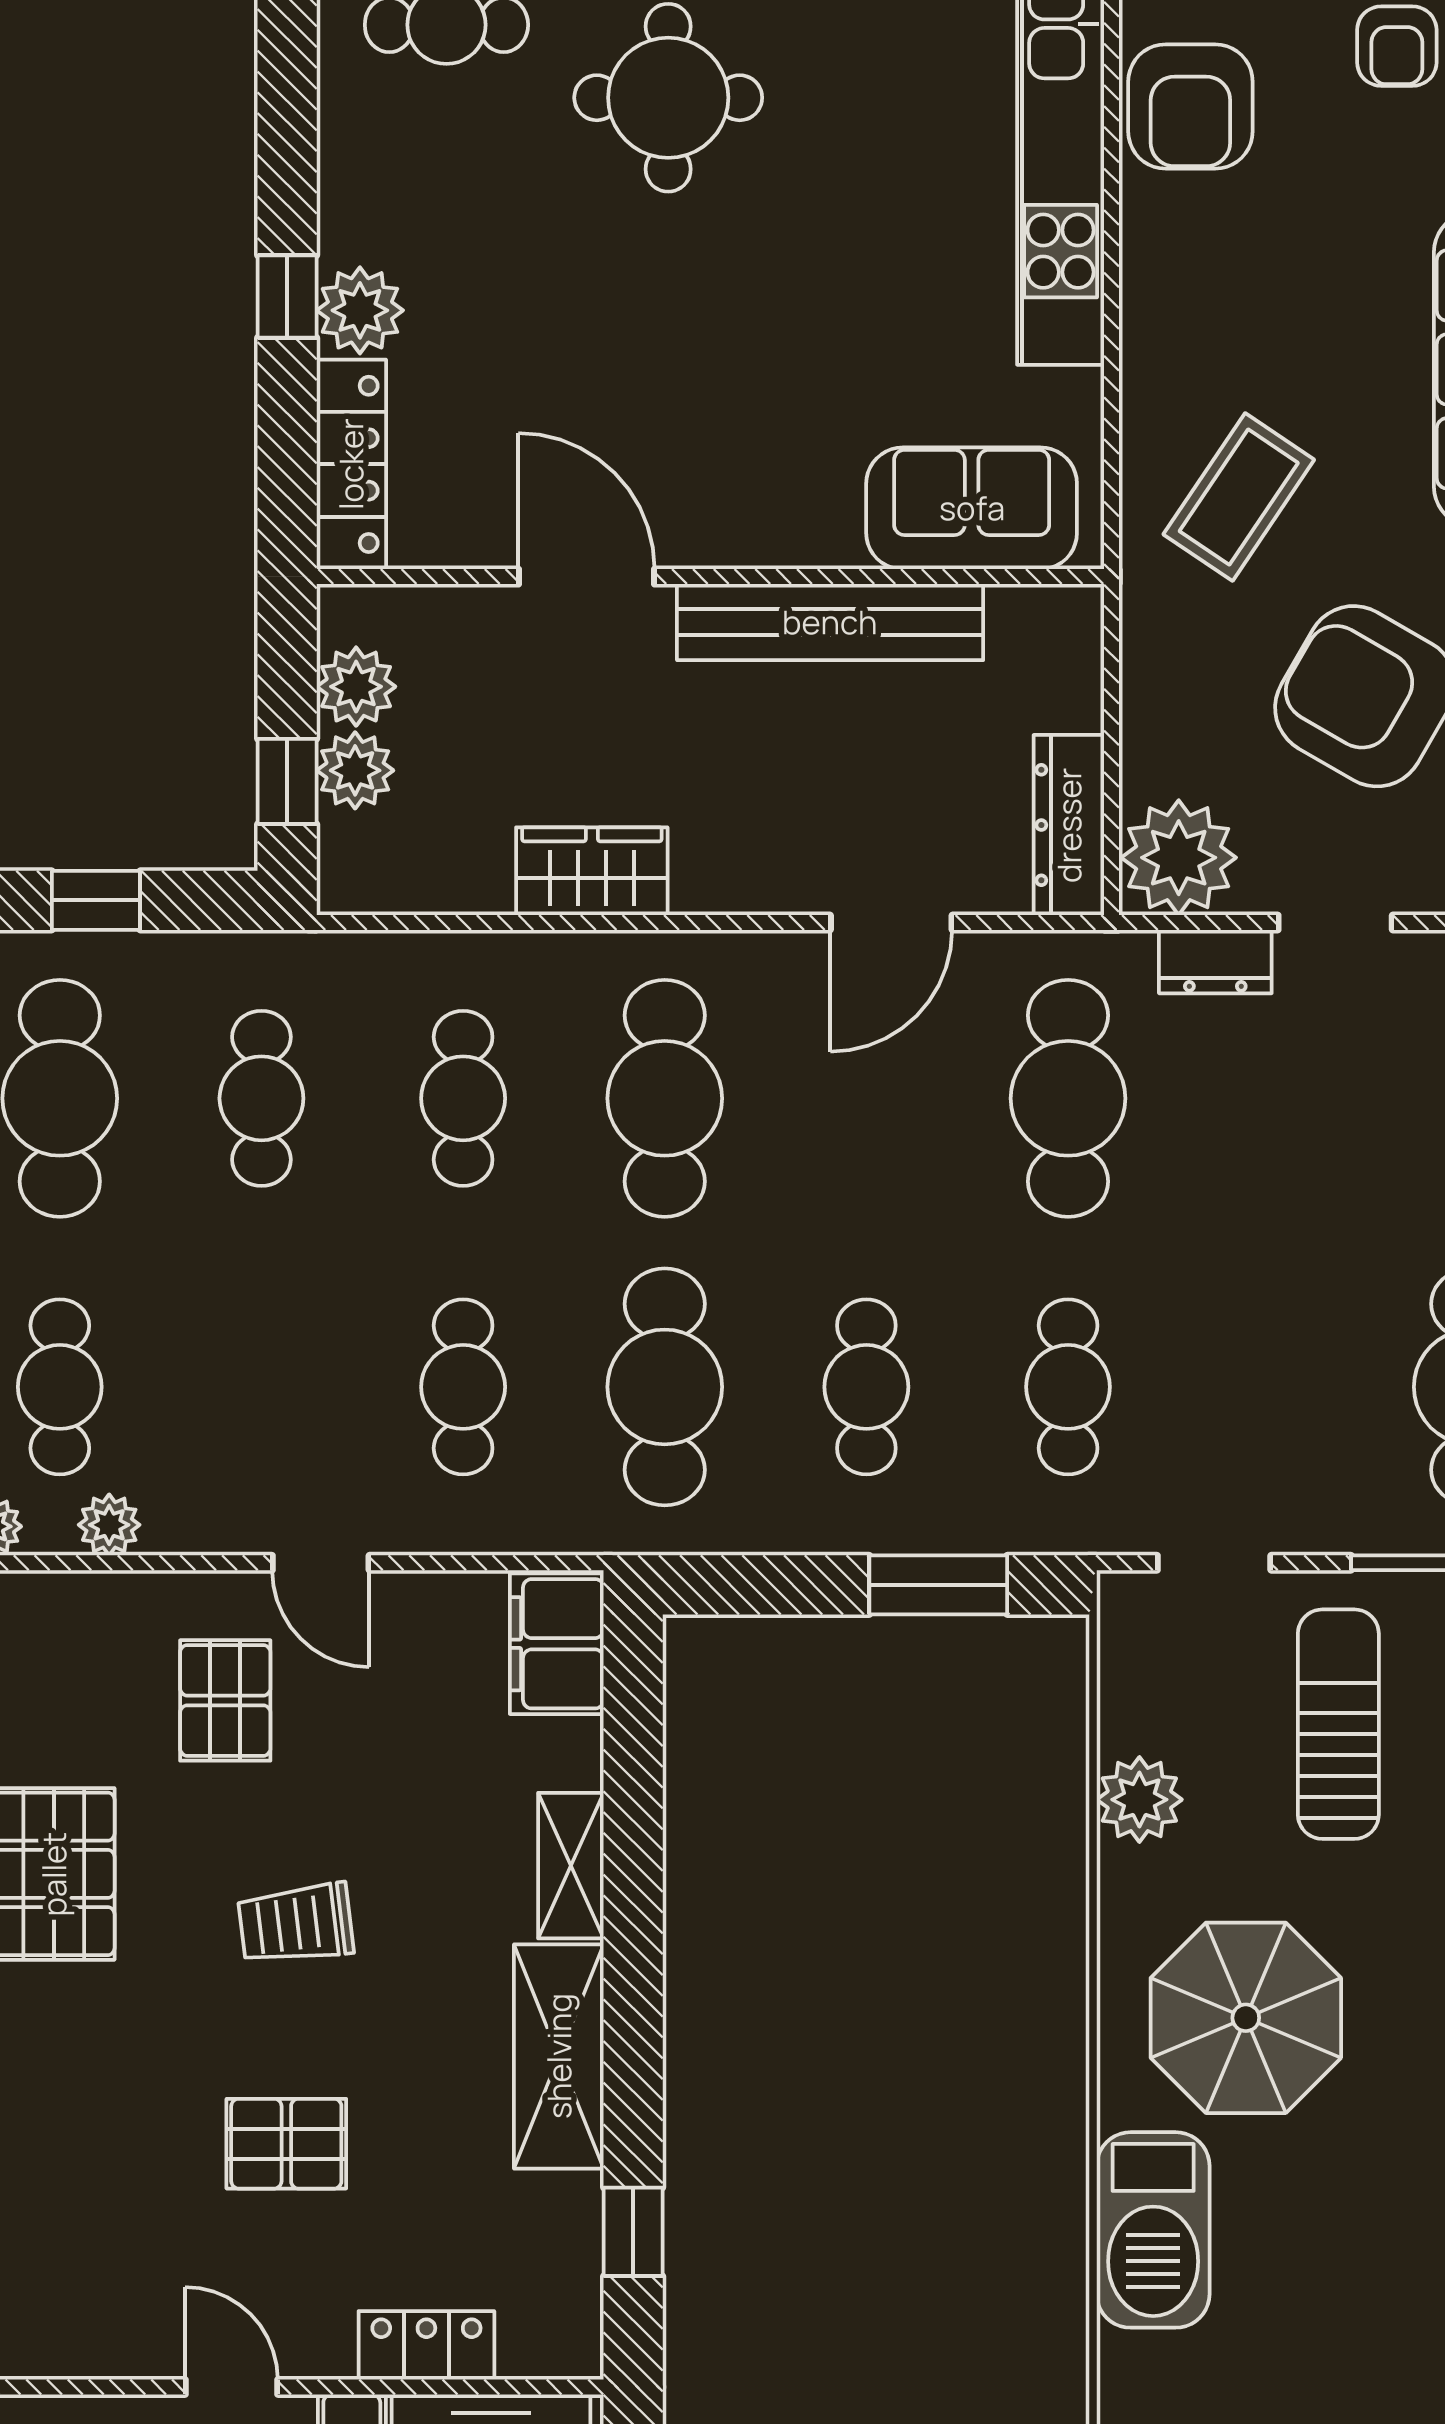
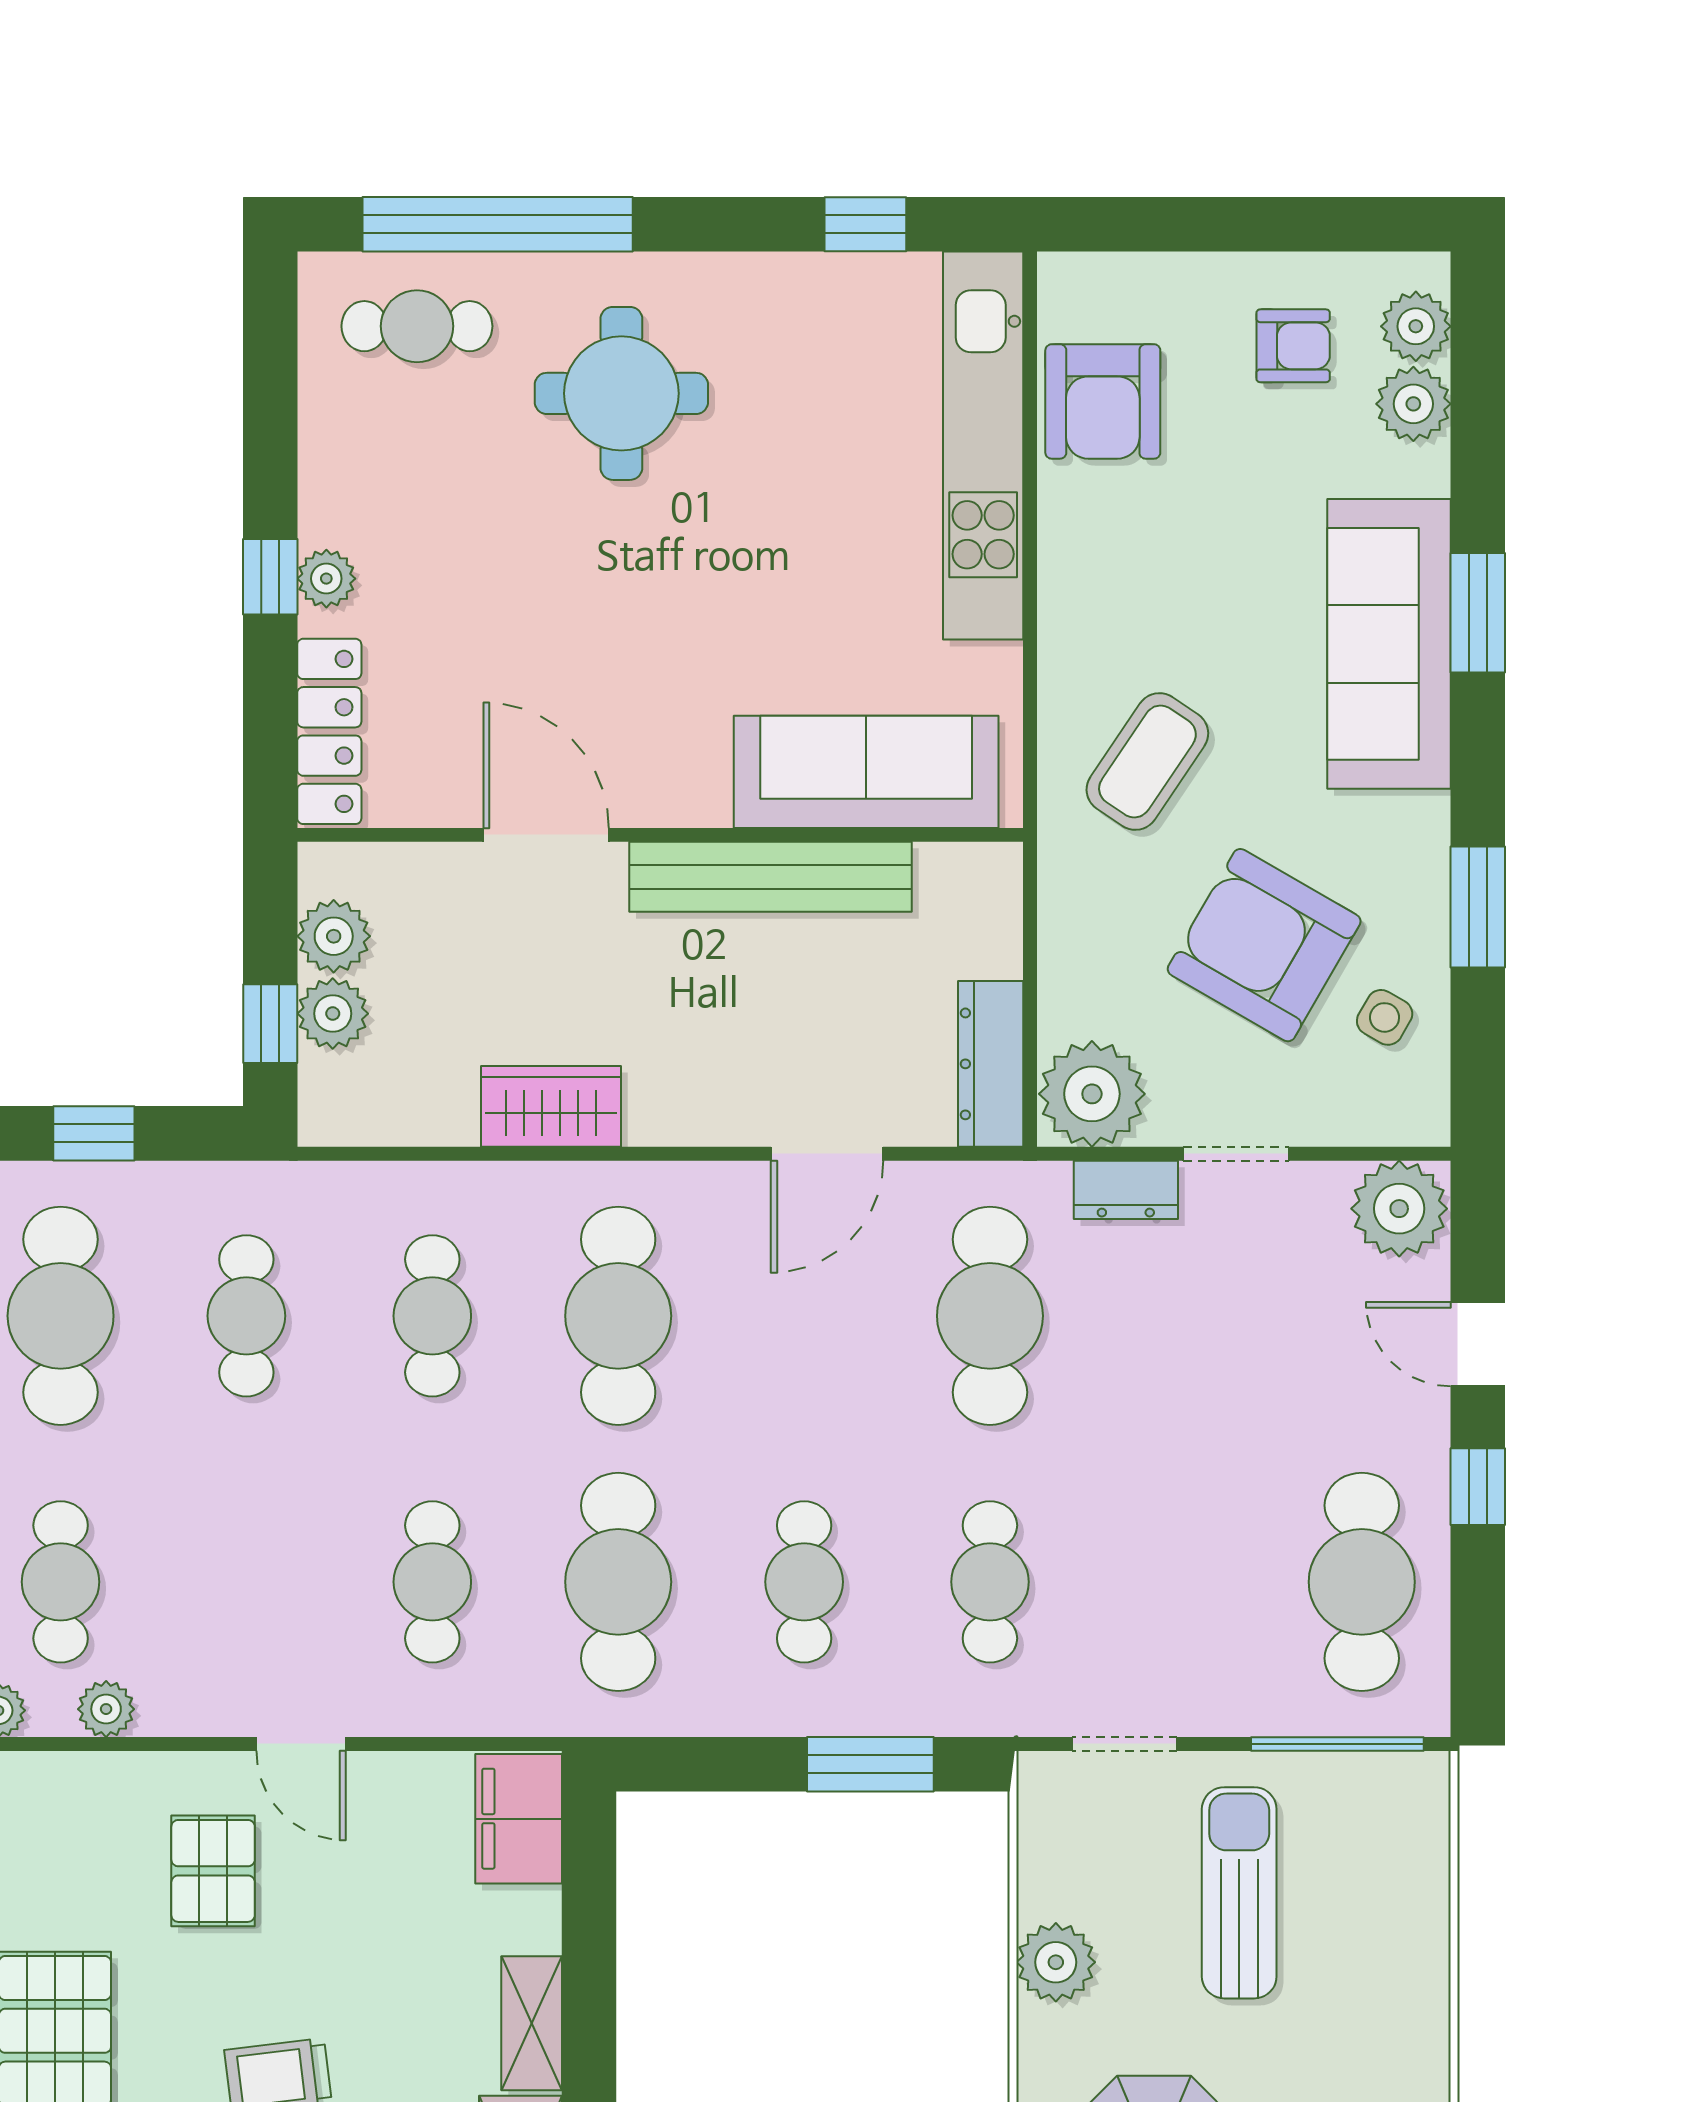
armchair: (1397, 46) -> (1293, 346), turned -90
plant: (360, 310) -> (326, 579), width x0.73, depth x0.73
sofa: (972, 508) -> (866, 772), width x1.36

